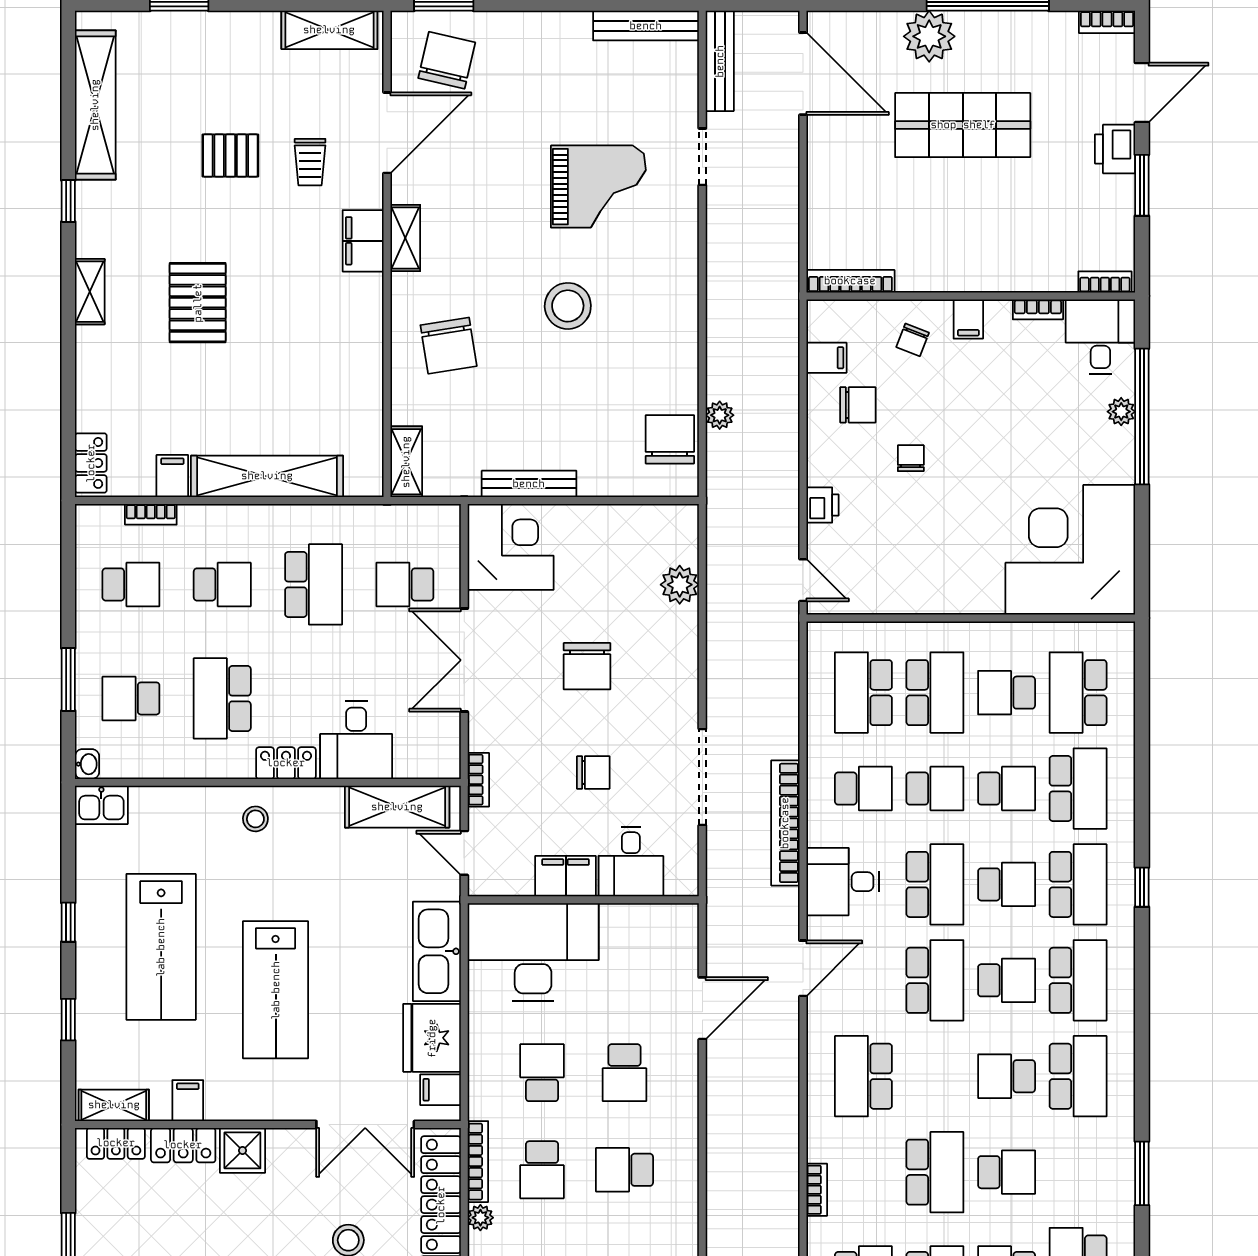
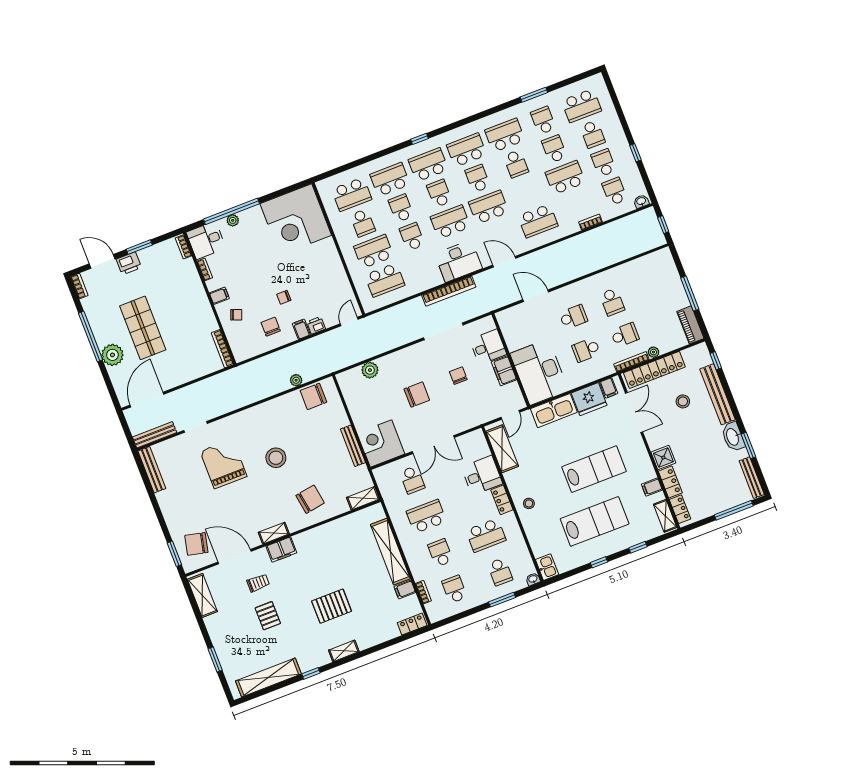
filing cabinet: (826, 358) -> (301, 329), moved
bookcase: (478, 780) -> (479, 420), removed
school desk: (863, 789) -> (543, 120), moved
desk: (843, 882) -> (458, 261), width x1.37

